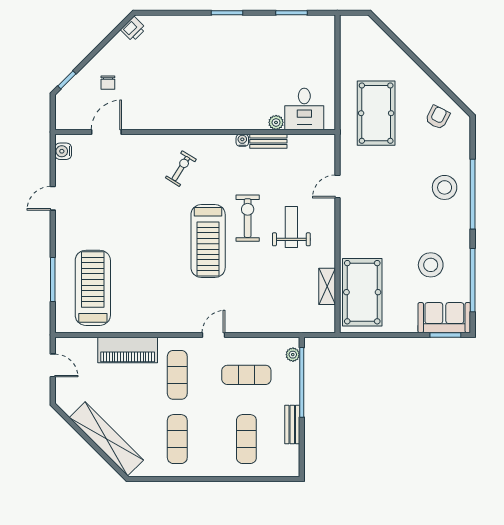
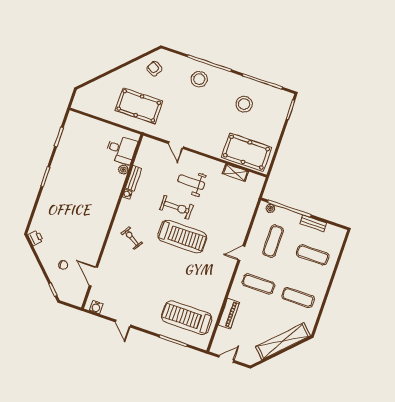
exercise bike: (248, 218) -> (176, 207), turned 180
sofa: (444, 318) -> (280, 107), removed
door: (214, 335) -> (241, 253), hinge flipped
piano: (128, 350) -> (229, 314), width x0.73, depth x0.75

